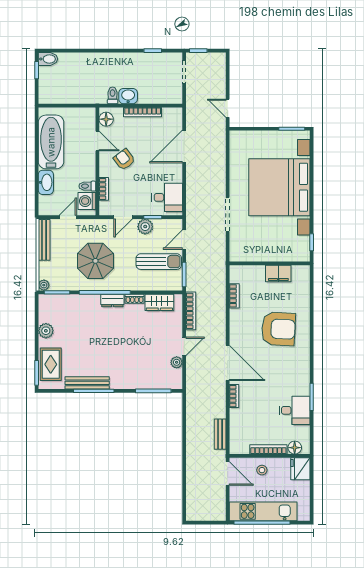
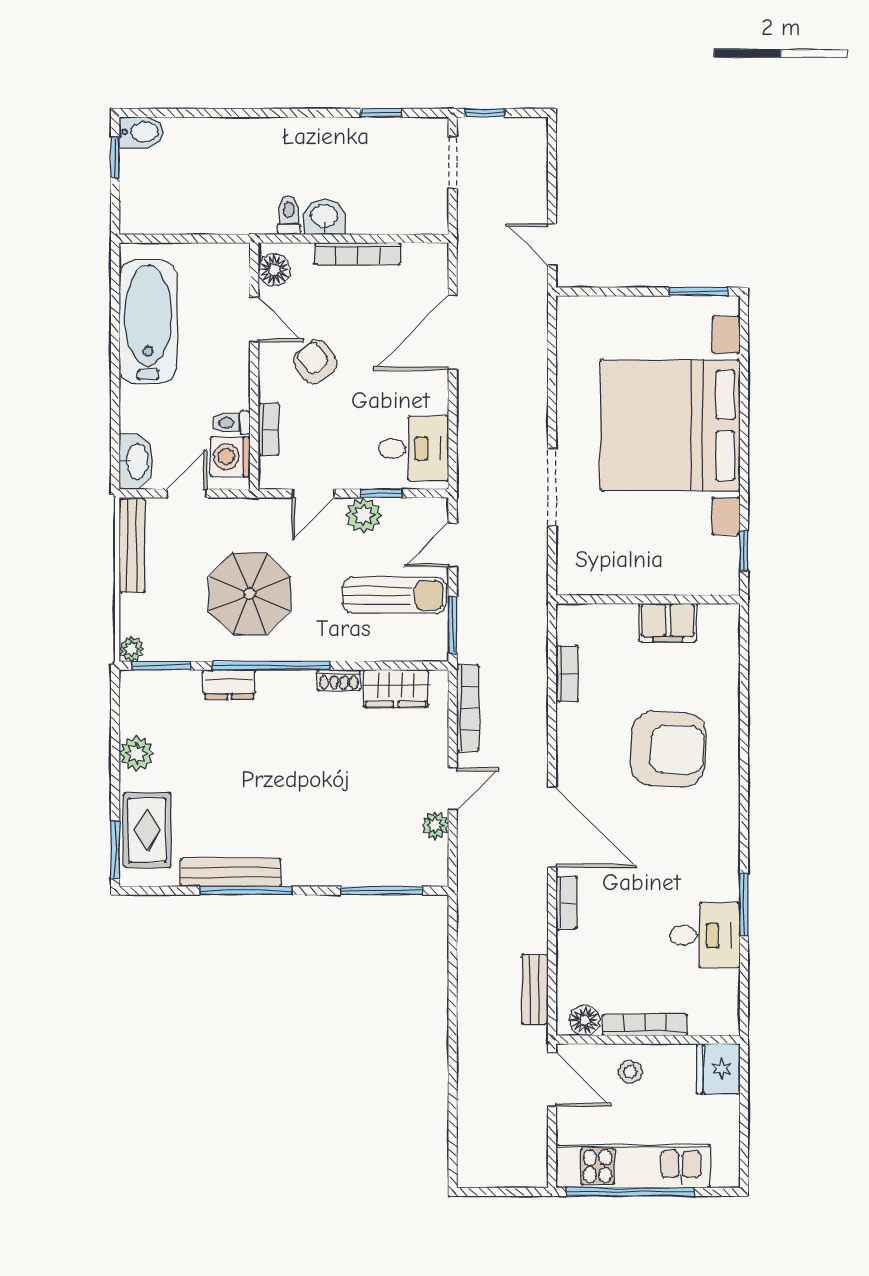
washbasin: (46, 182) -> (136, 461), moved
dresser: (112, 301) -> (229, 684), moved
floor lamp: (295, 448) -> (585, 1020), moved

